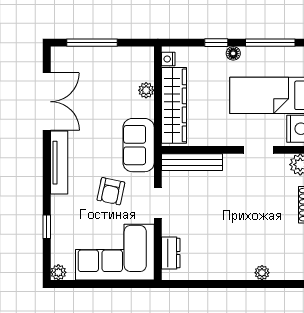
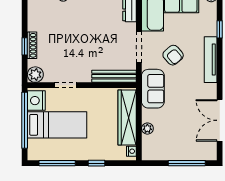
floor lamp: (233, 53) -> (84, 155), removed
tv unit: (59, 163) -> (211, 60), moved
armchair: (111, 191) -> (173, 55), turned 127
doorway: (158, 203) -> (139, 47), width x1.38

